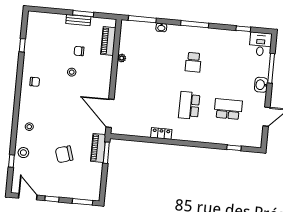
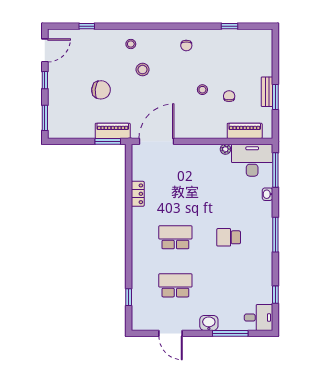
desk: (133, 37) -> (252, 160), added
school desk: (228, 109) -> (175, 285), turned -90
locker: (161, 133) -> (138, 194), moved
stool: (23, 153) -> (143, 70), moved
chair: (64, 154) -> (101, 90), turned 113

